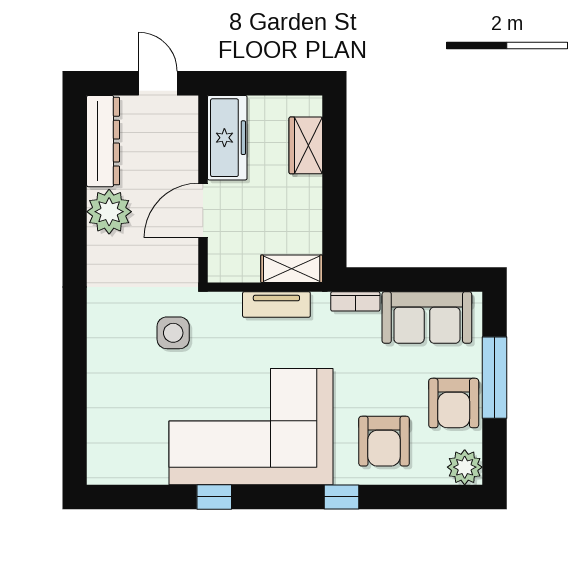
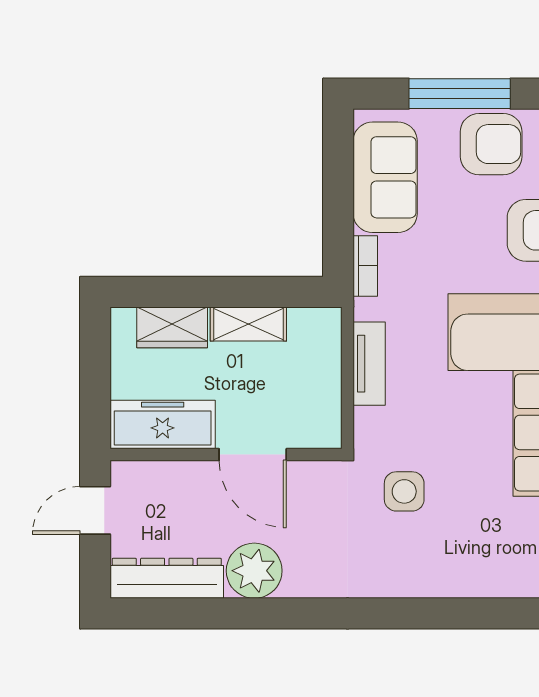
shelving: (292, 269) -> (248, 324), moved, turned 90

